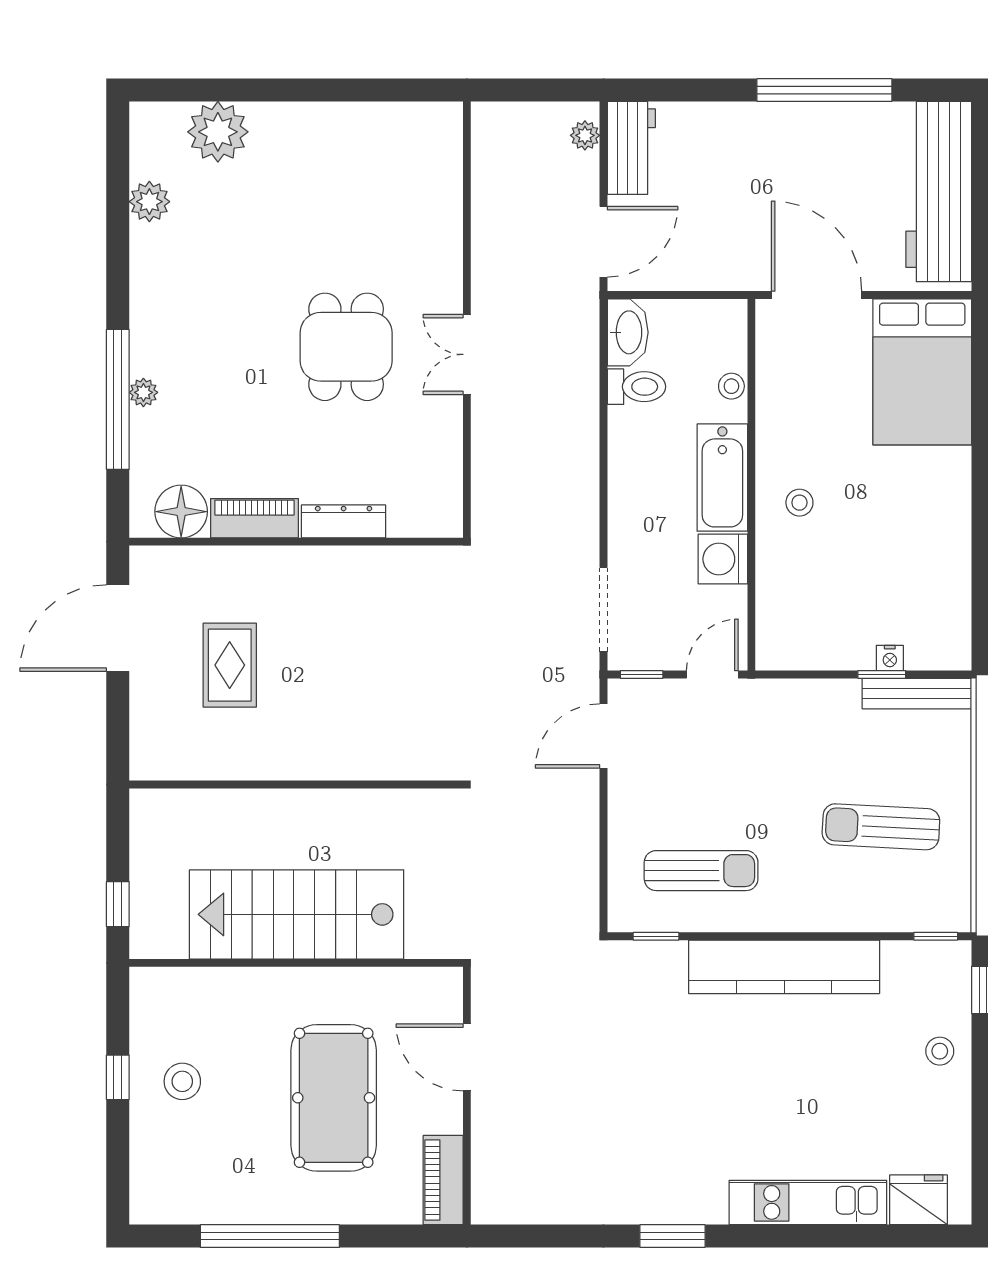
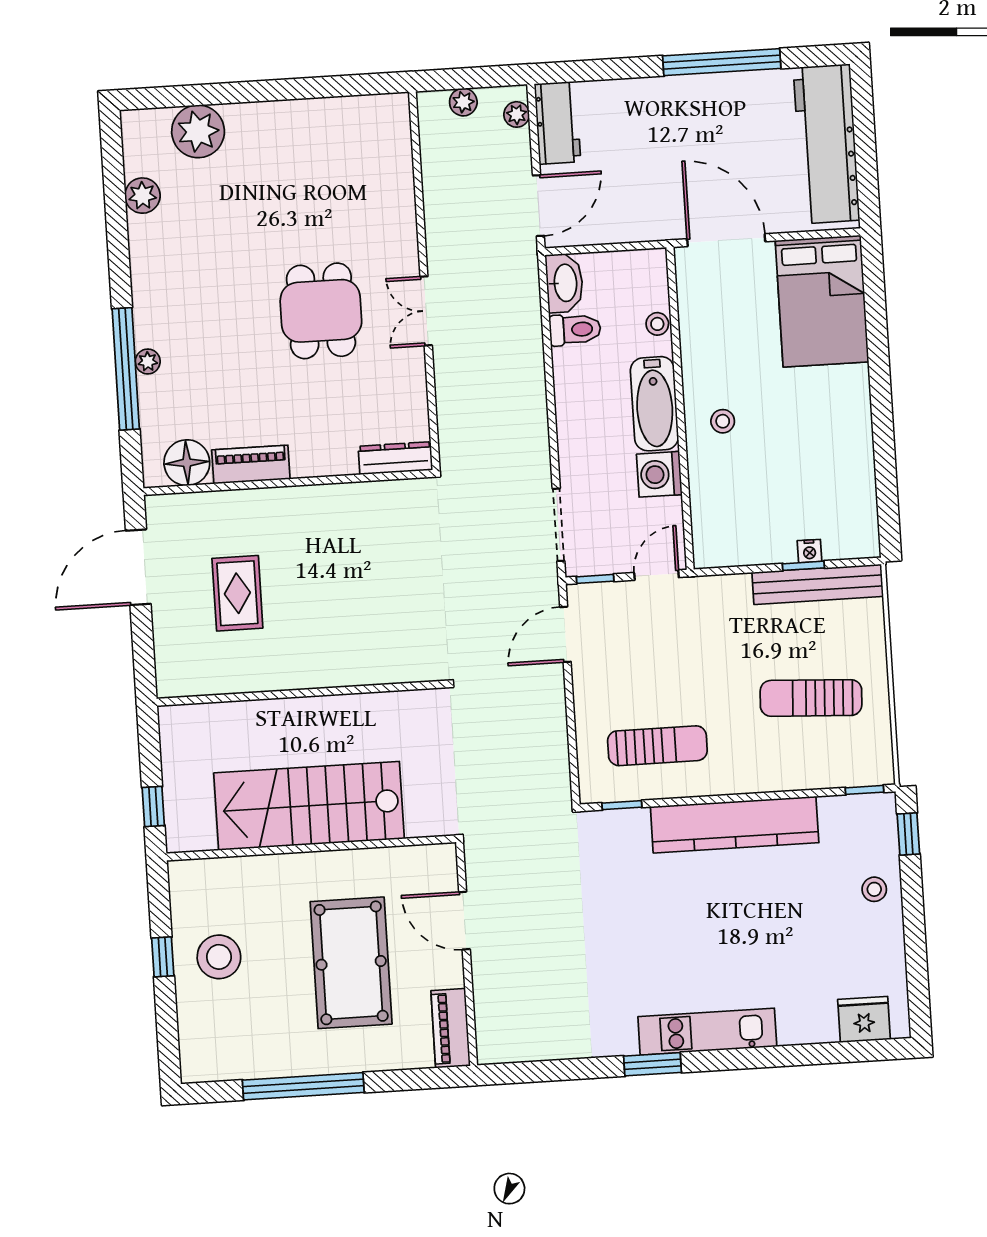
plant: (525, 117) -> (463, 102), added
dresser: (344, 521) -> (395, 458), moved
bench: (917, 694) -> (818, 584), width x1.37, depth x1.21
stool: (182, 1081) -> (219, 957), width x1.38, depth x1.38
kitchen unit: (808, 1202) -> (707, 1032), moved

